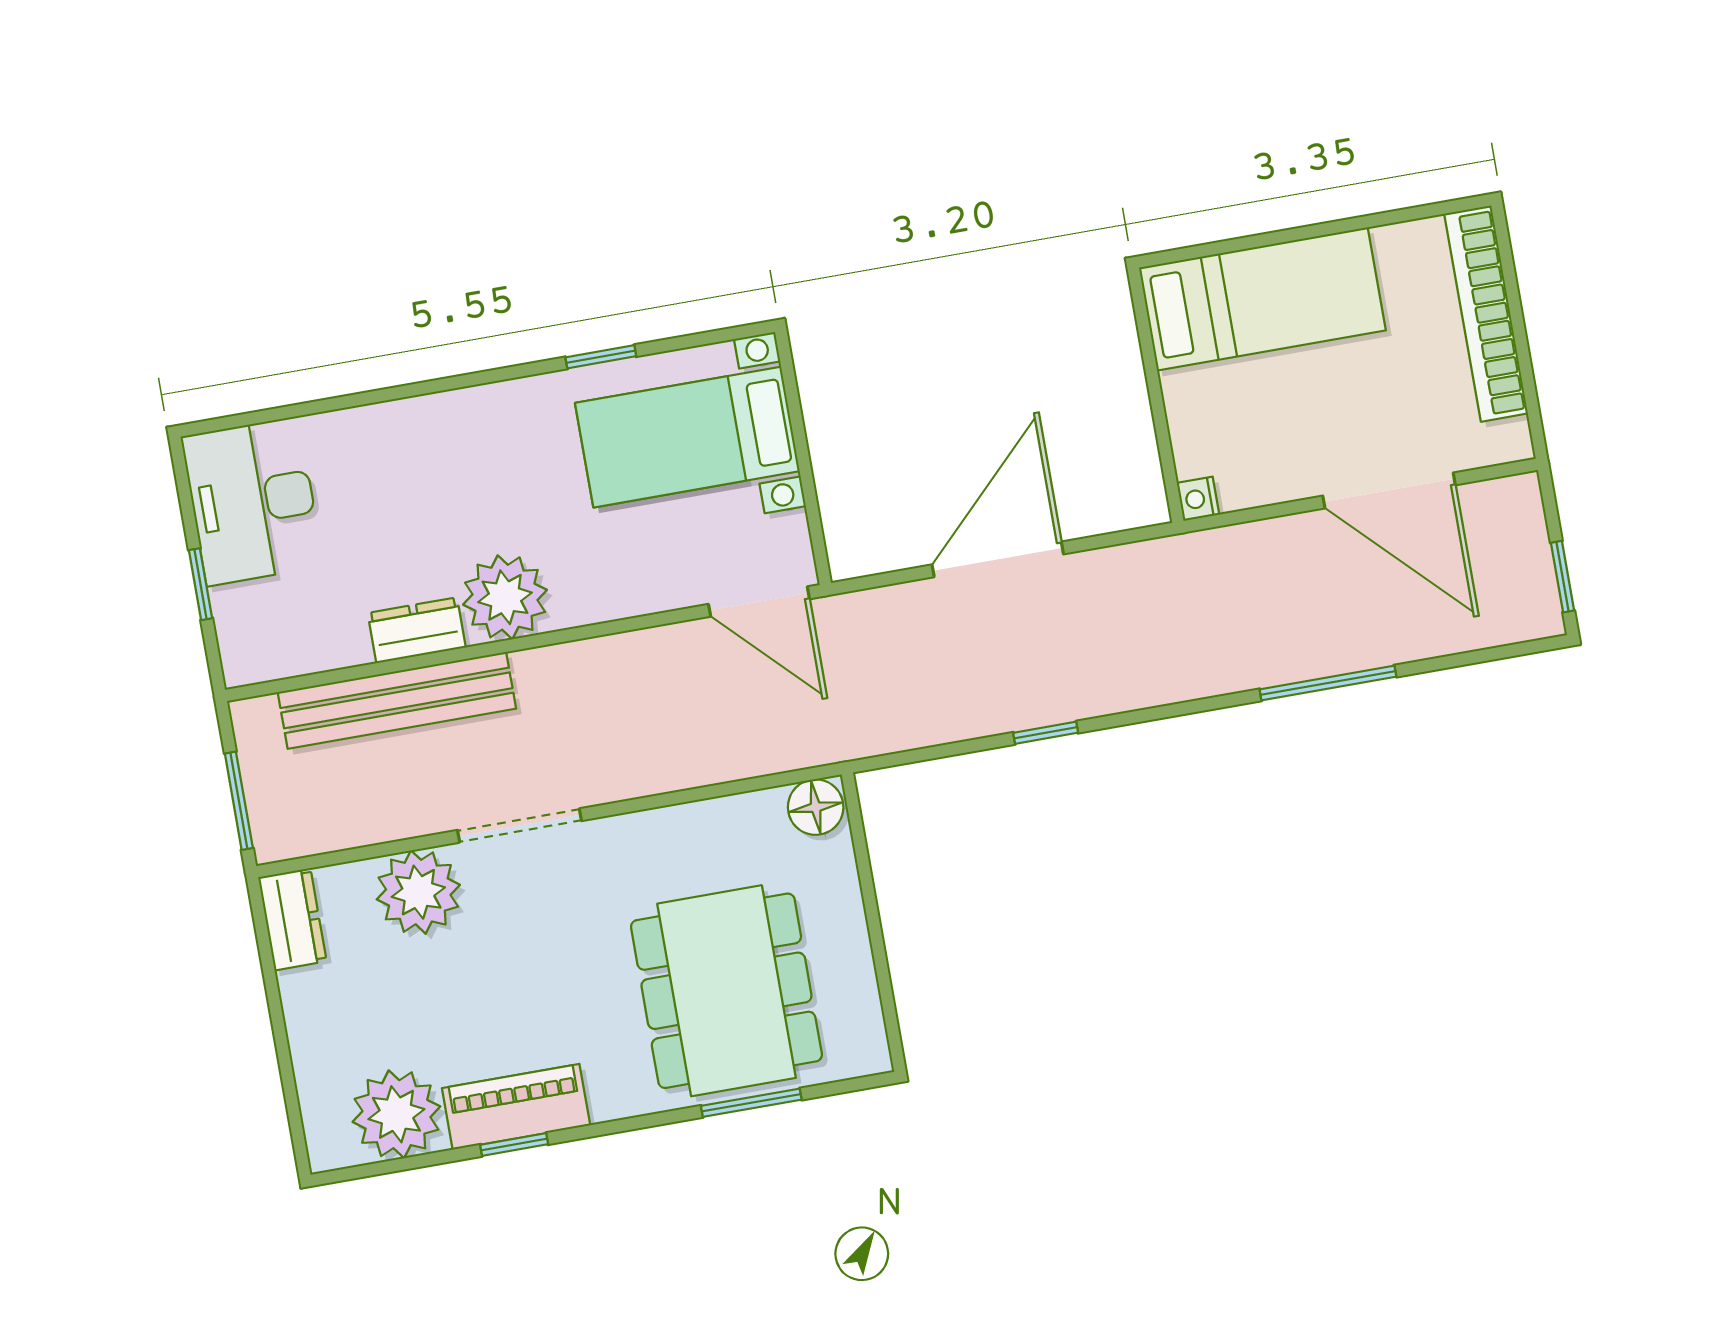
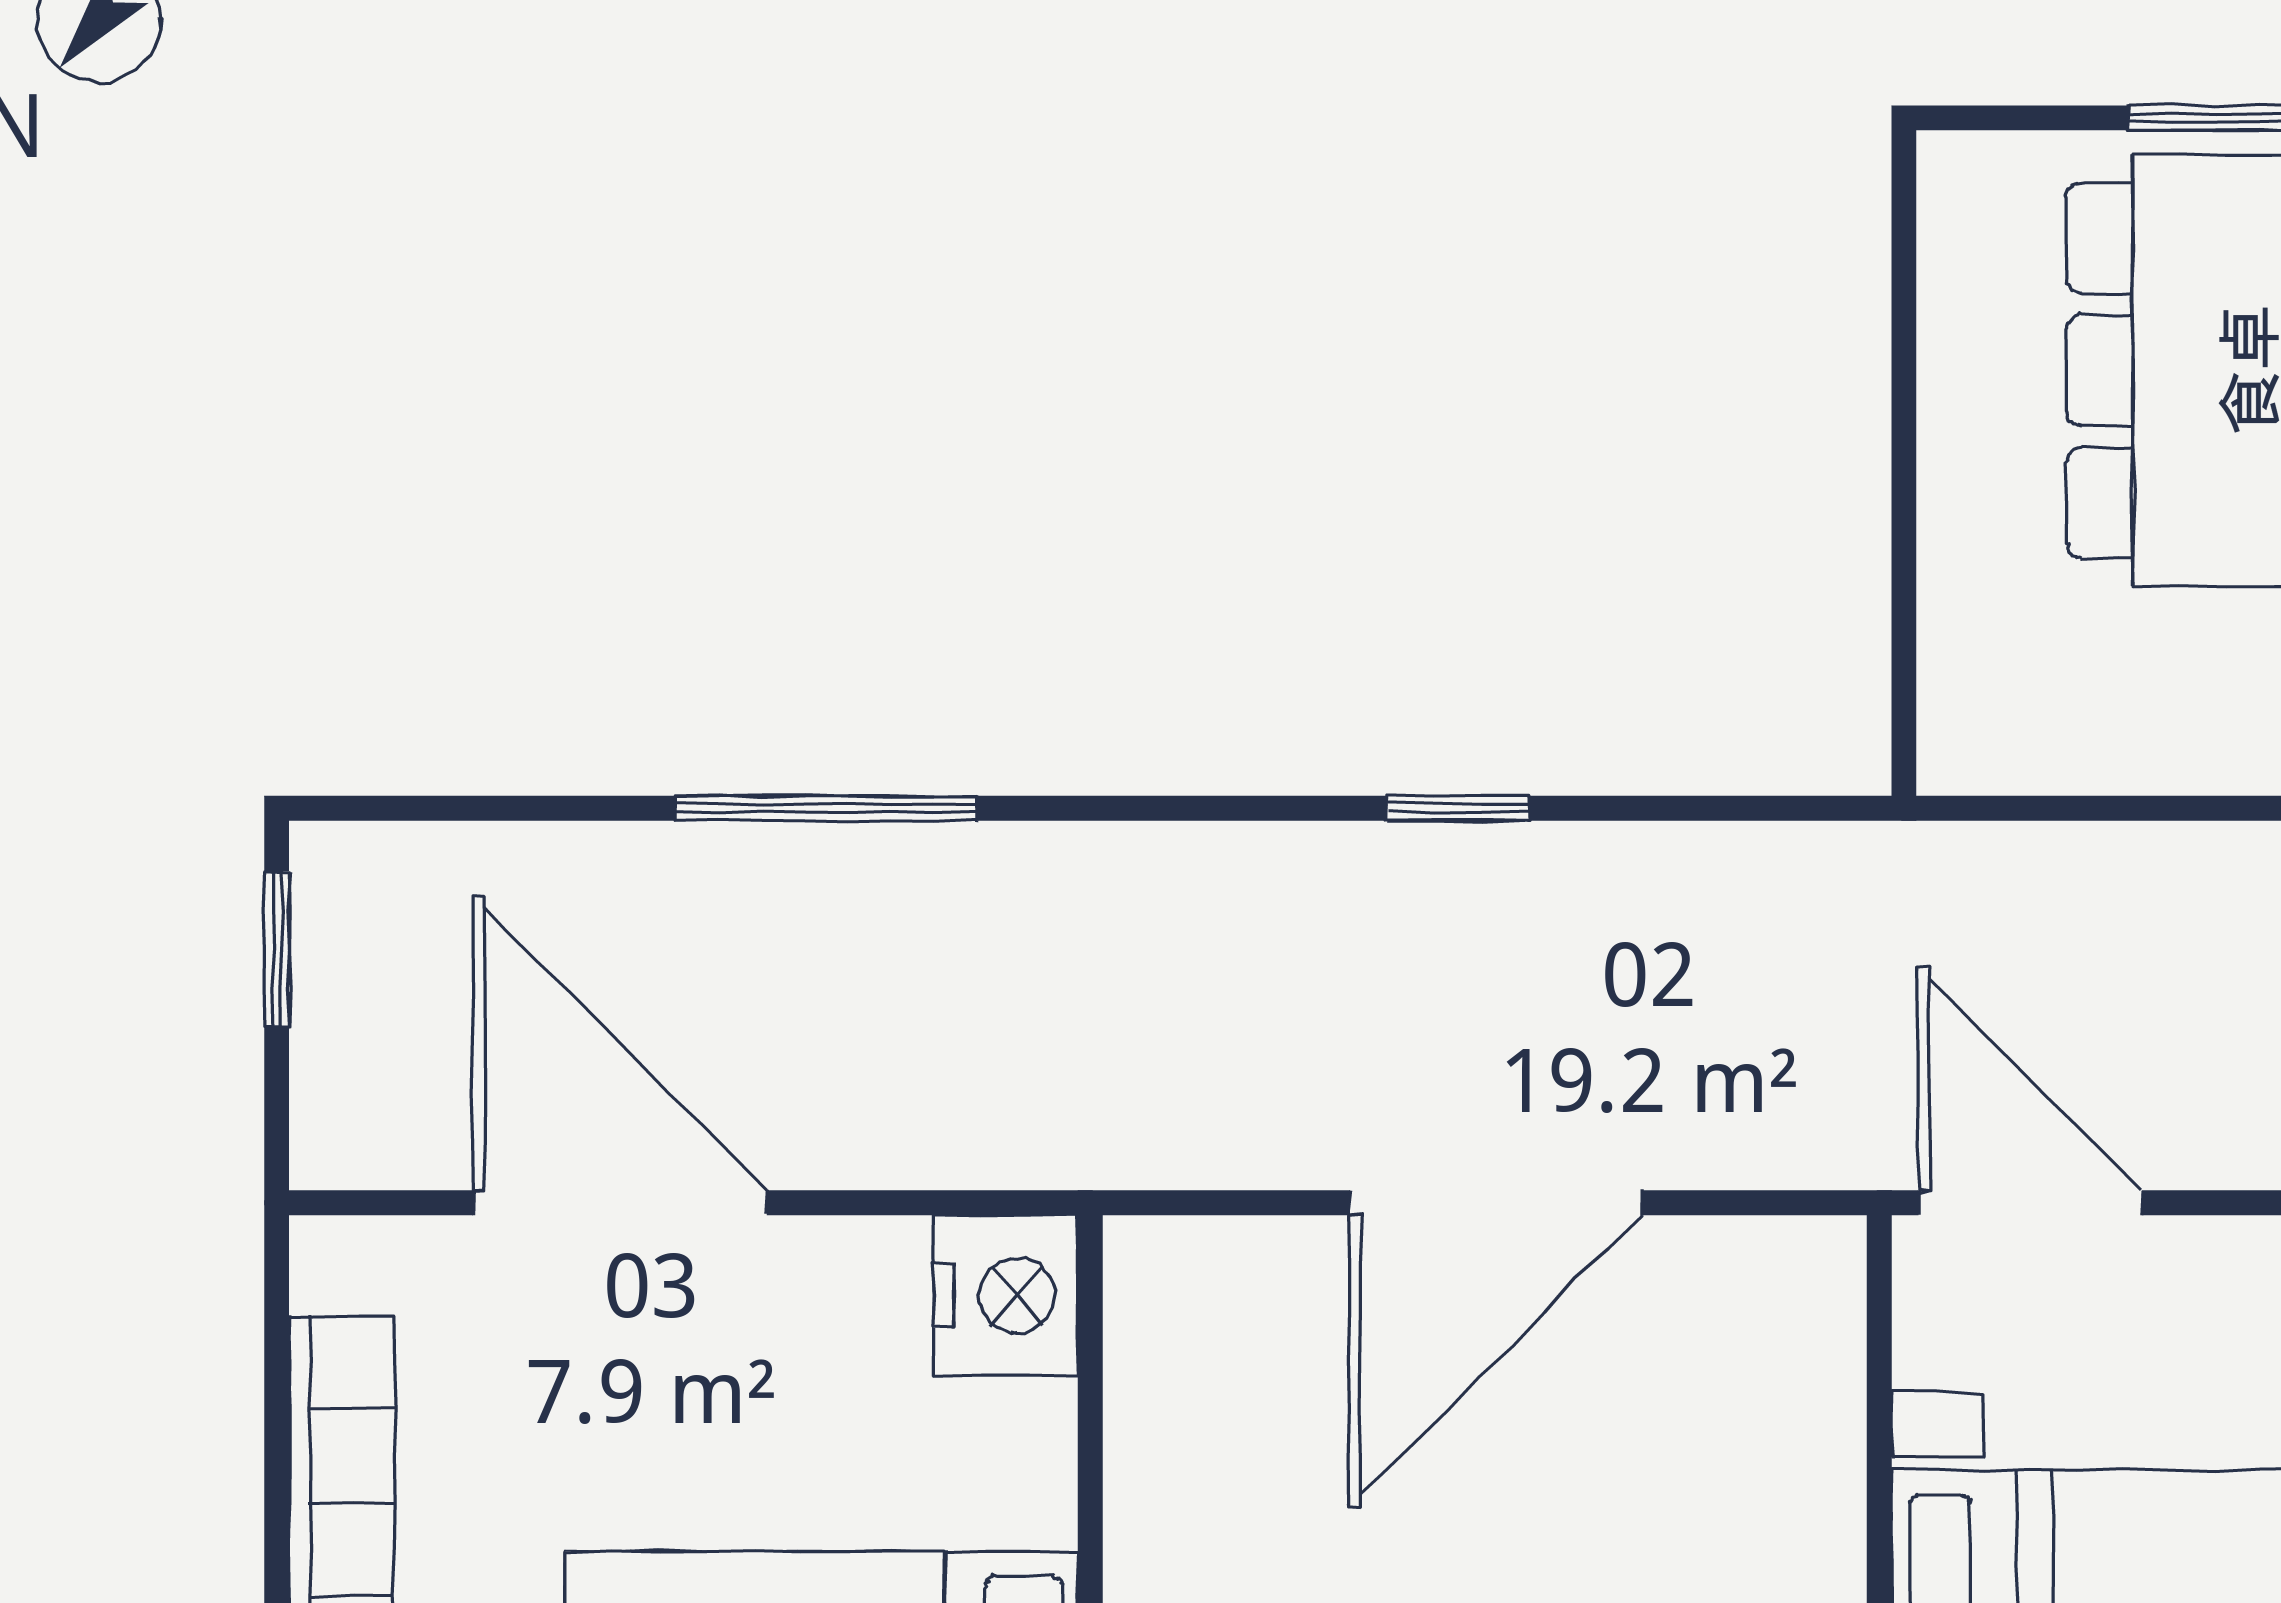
nightstand: (1198, 499) -> (1006, 1295), width x1.89, depth x1.79
floor lamp: (816, 807) -> (1986, 735), removed

